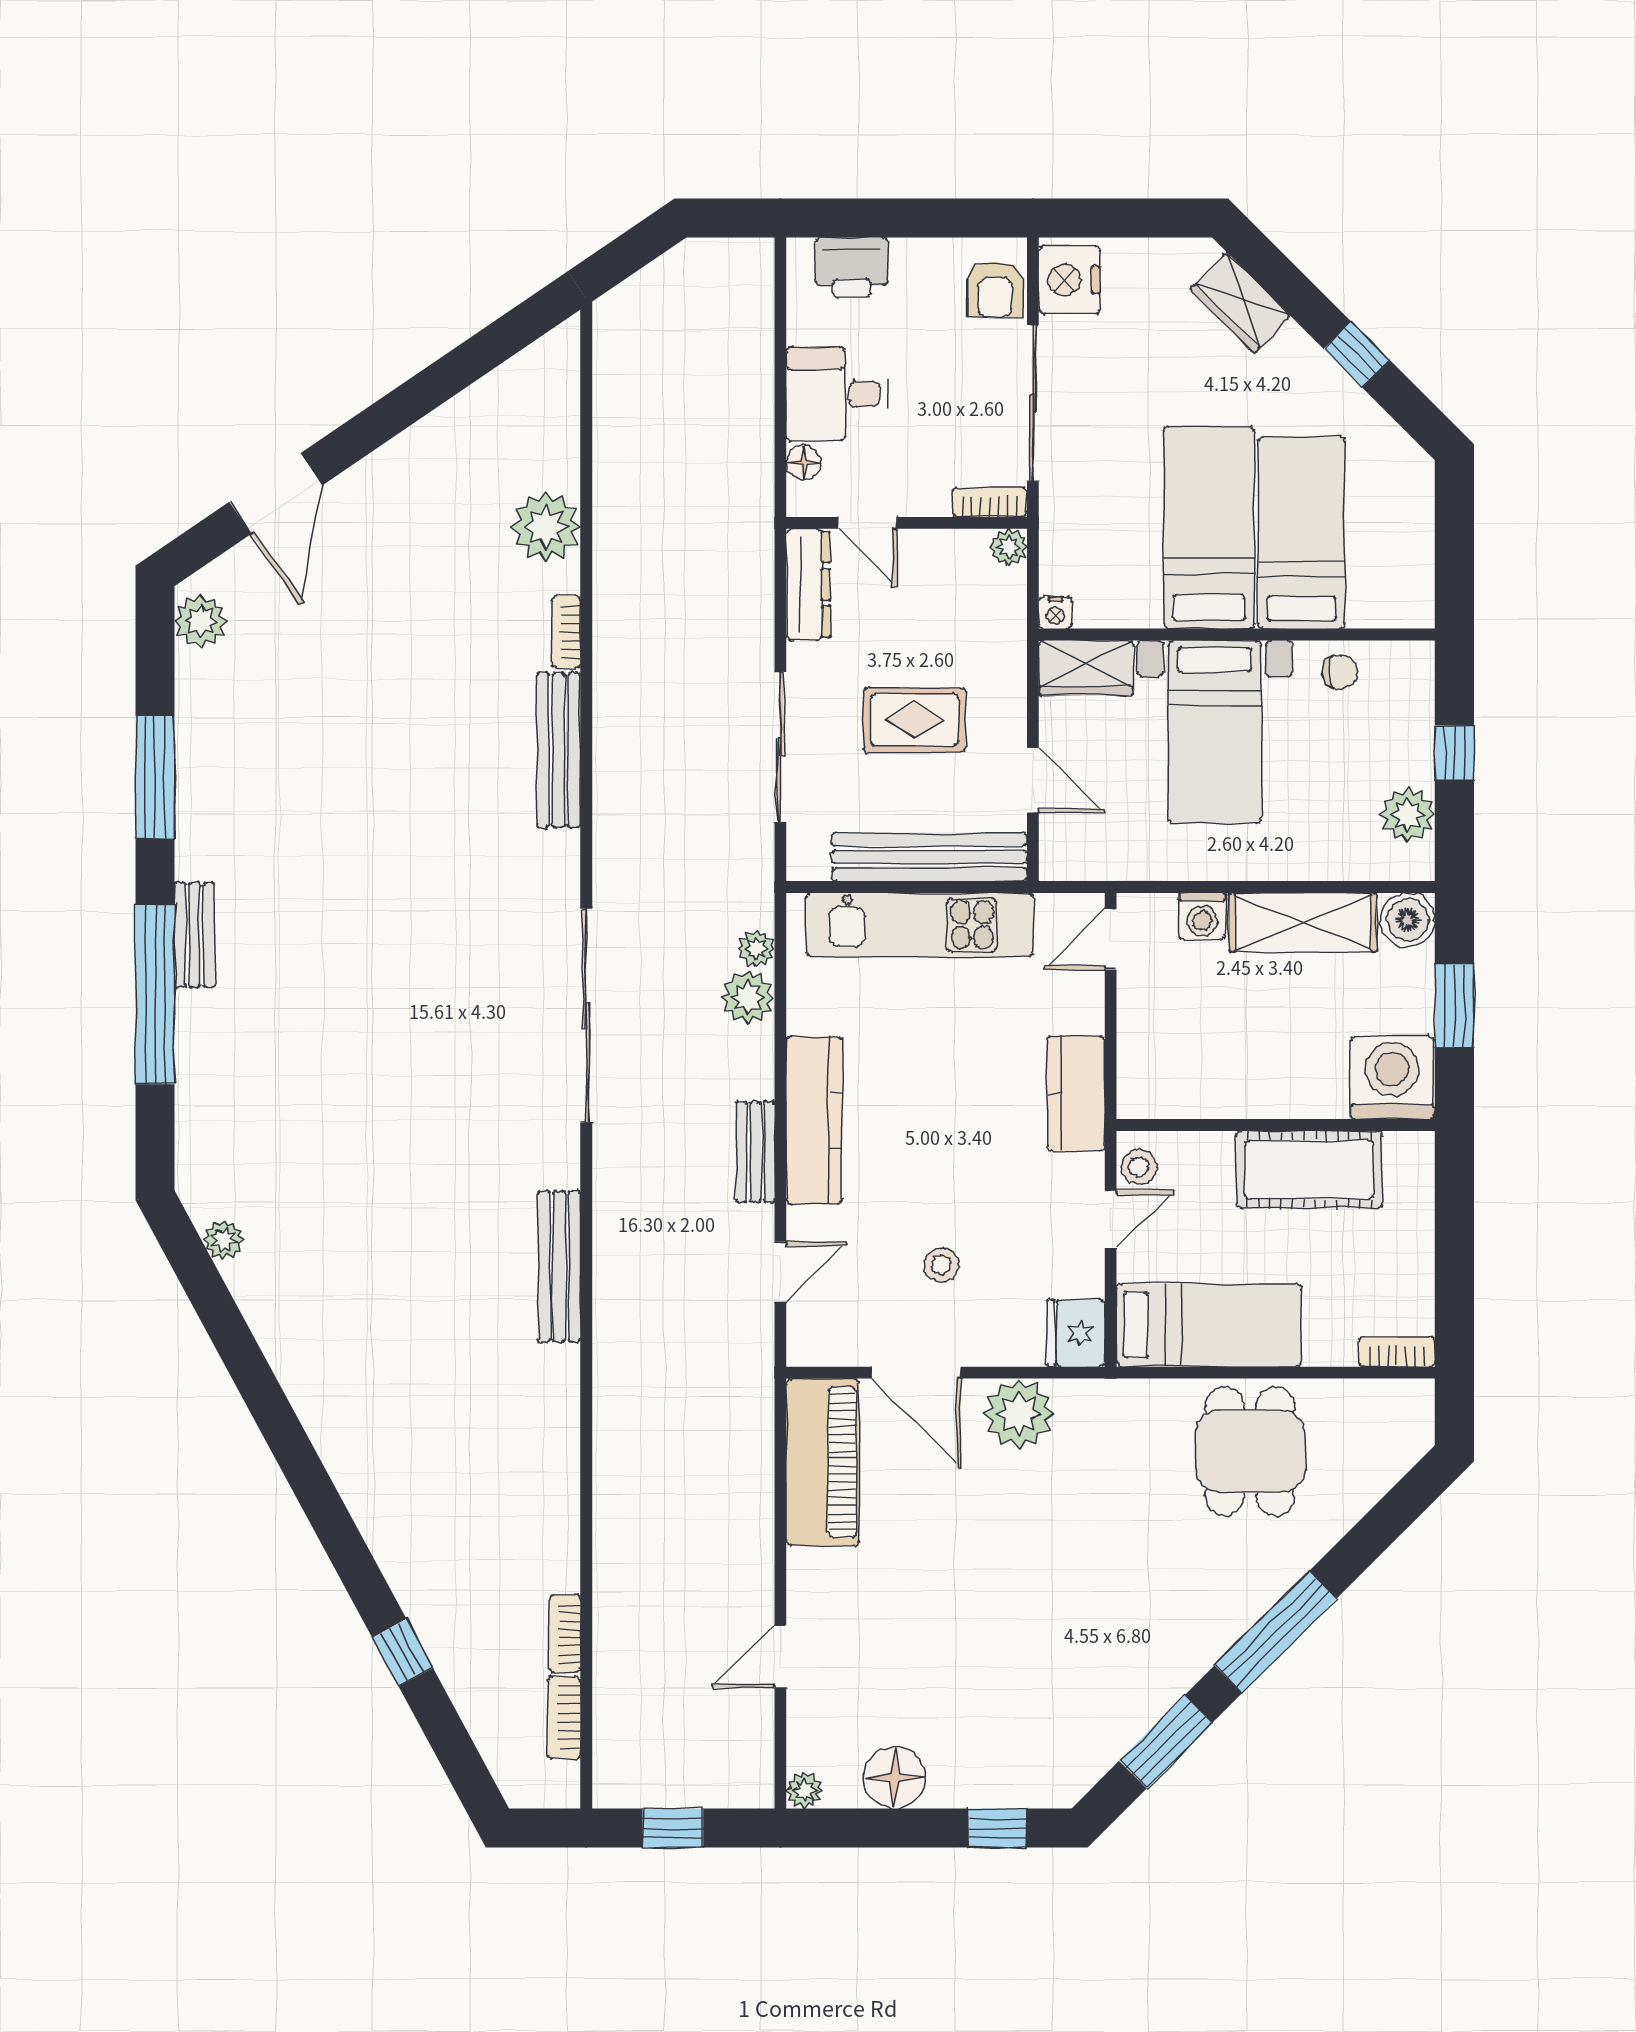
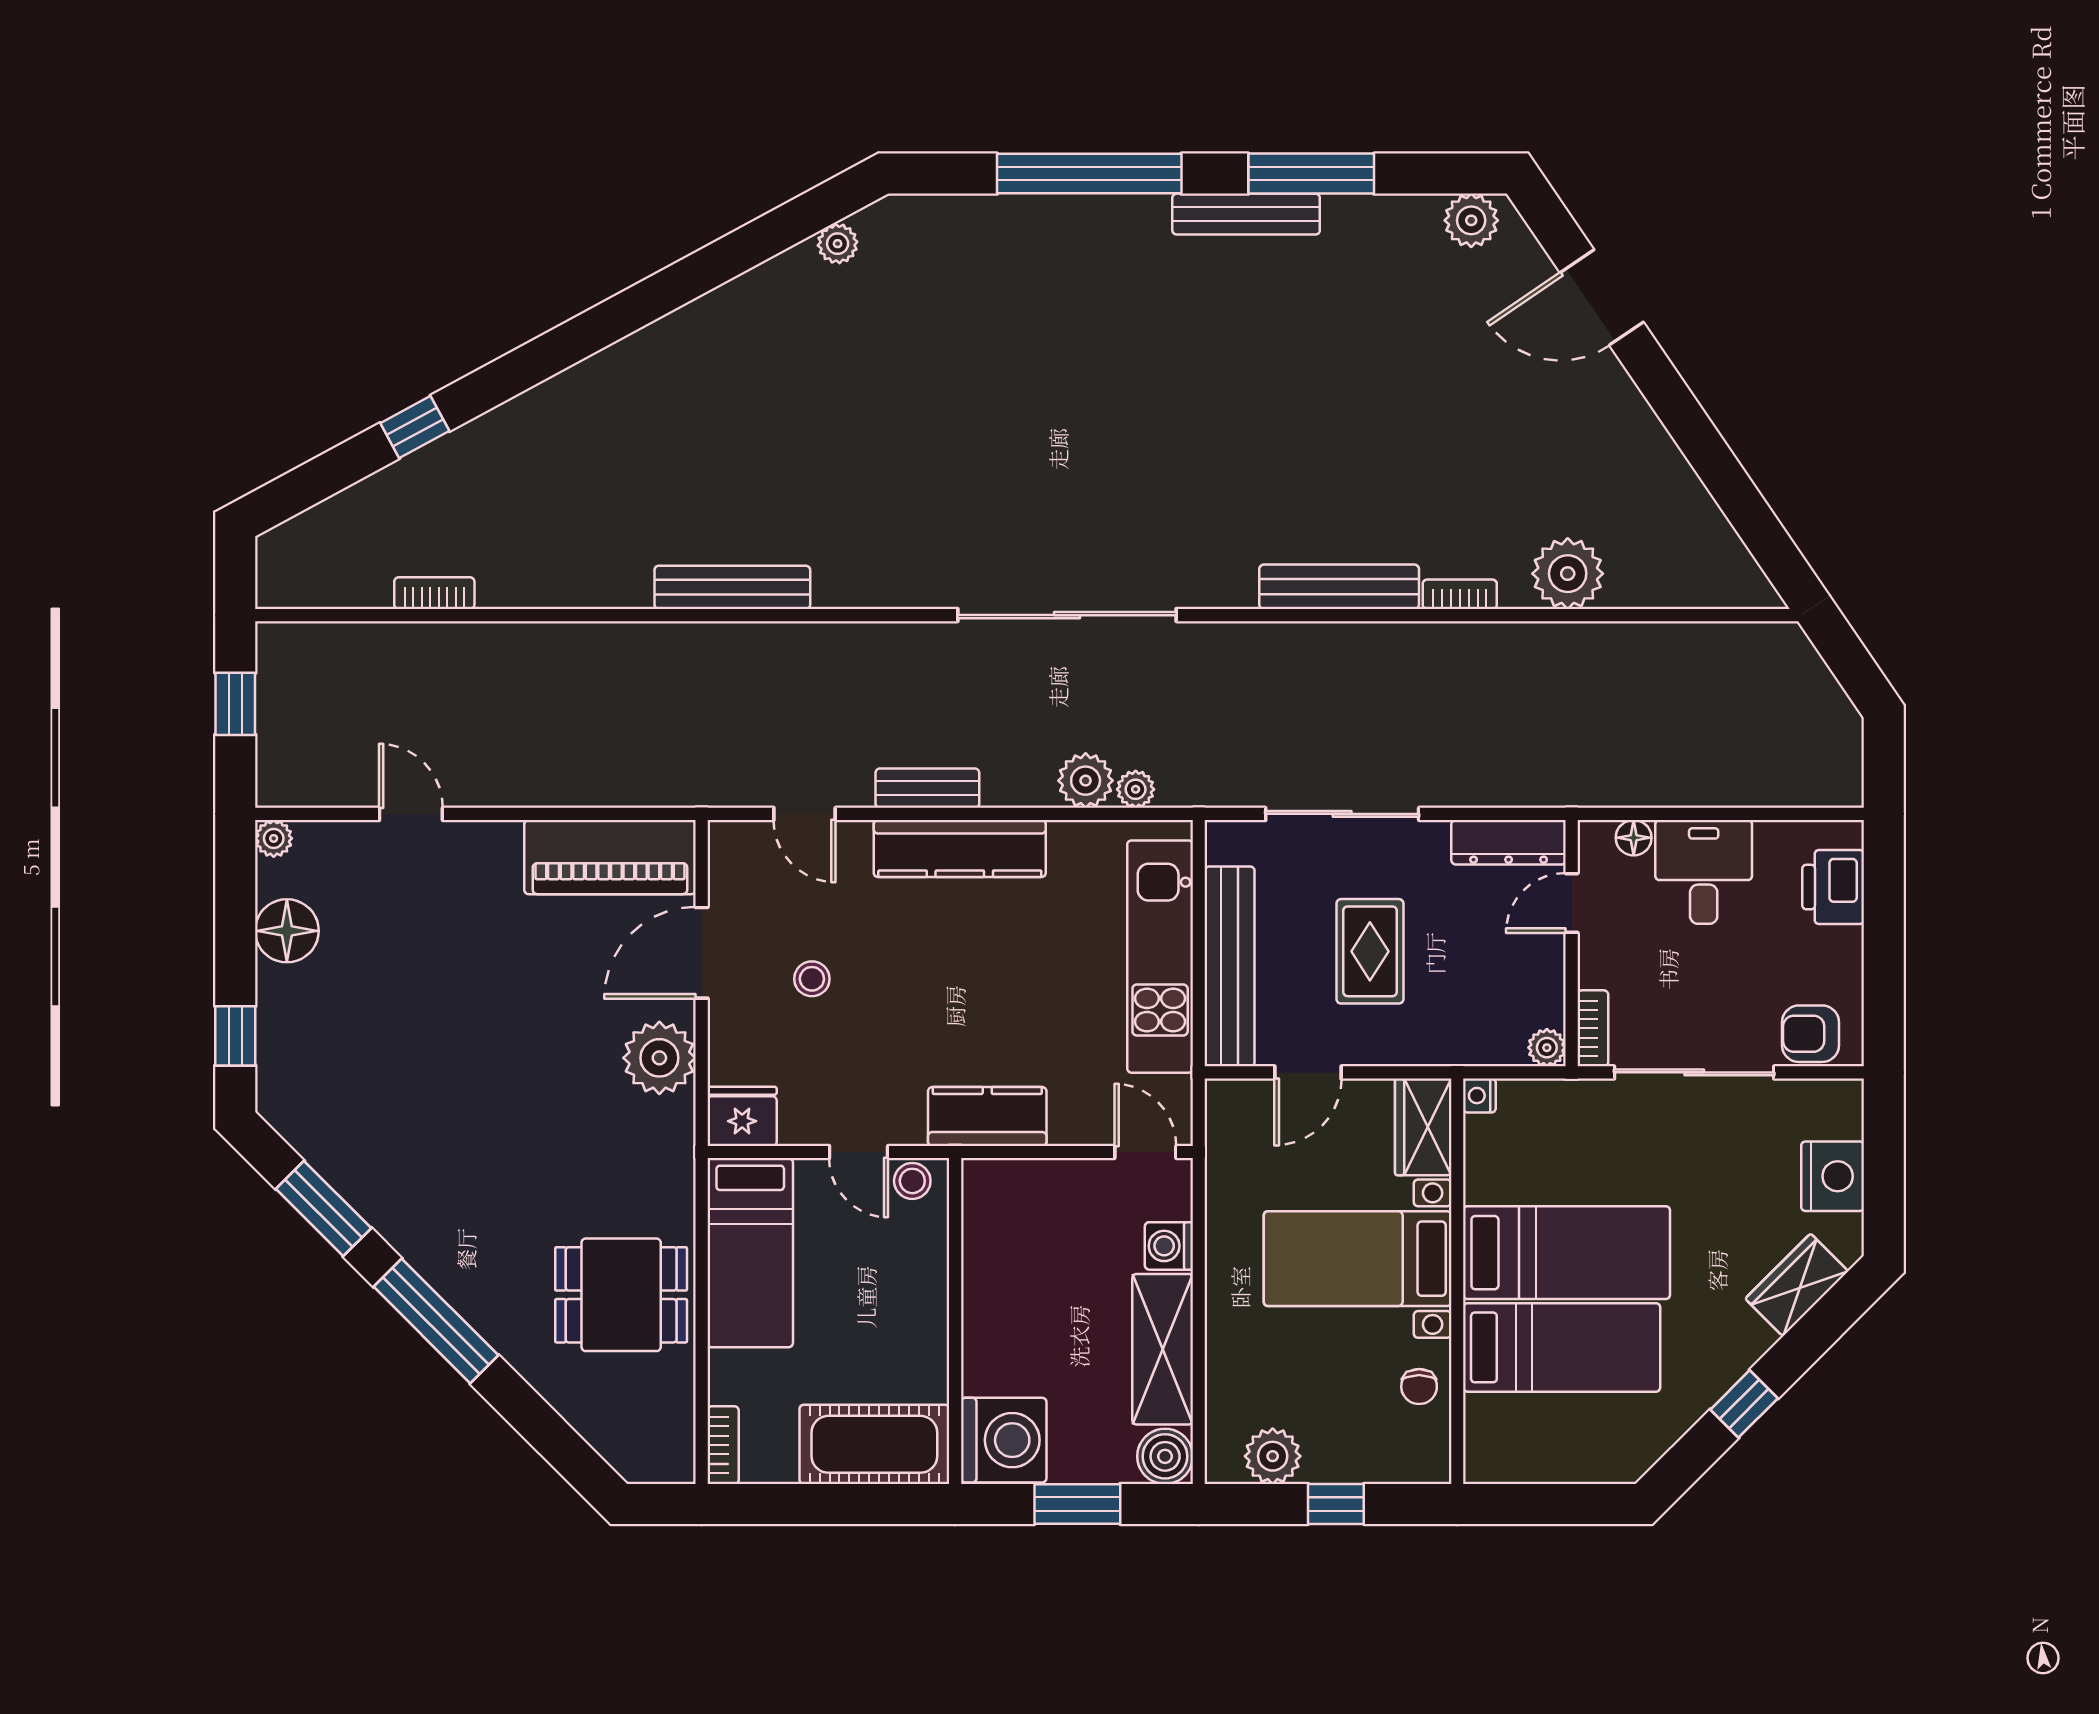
nightstand: (1069, 280) -> (1833, 1176), moved, turned 90
bench: (195, 935) -> (1246, 214), moved, width x1.36
cot: (1309, 1170) -> (874, 1444), moved, turned 90
bench: (559, 1266) -> (732, 587), moved
bookcase: (564, 1718) -> (348, 592), removed

